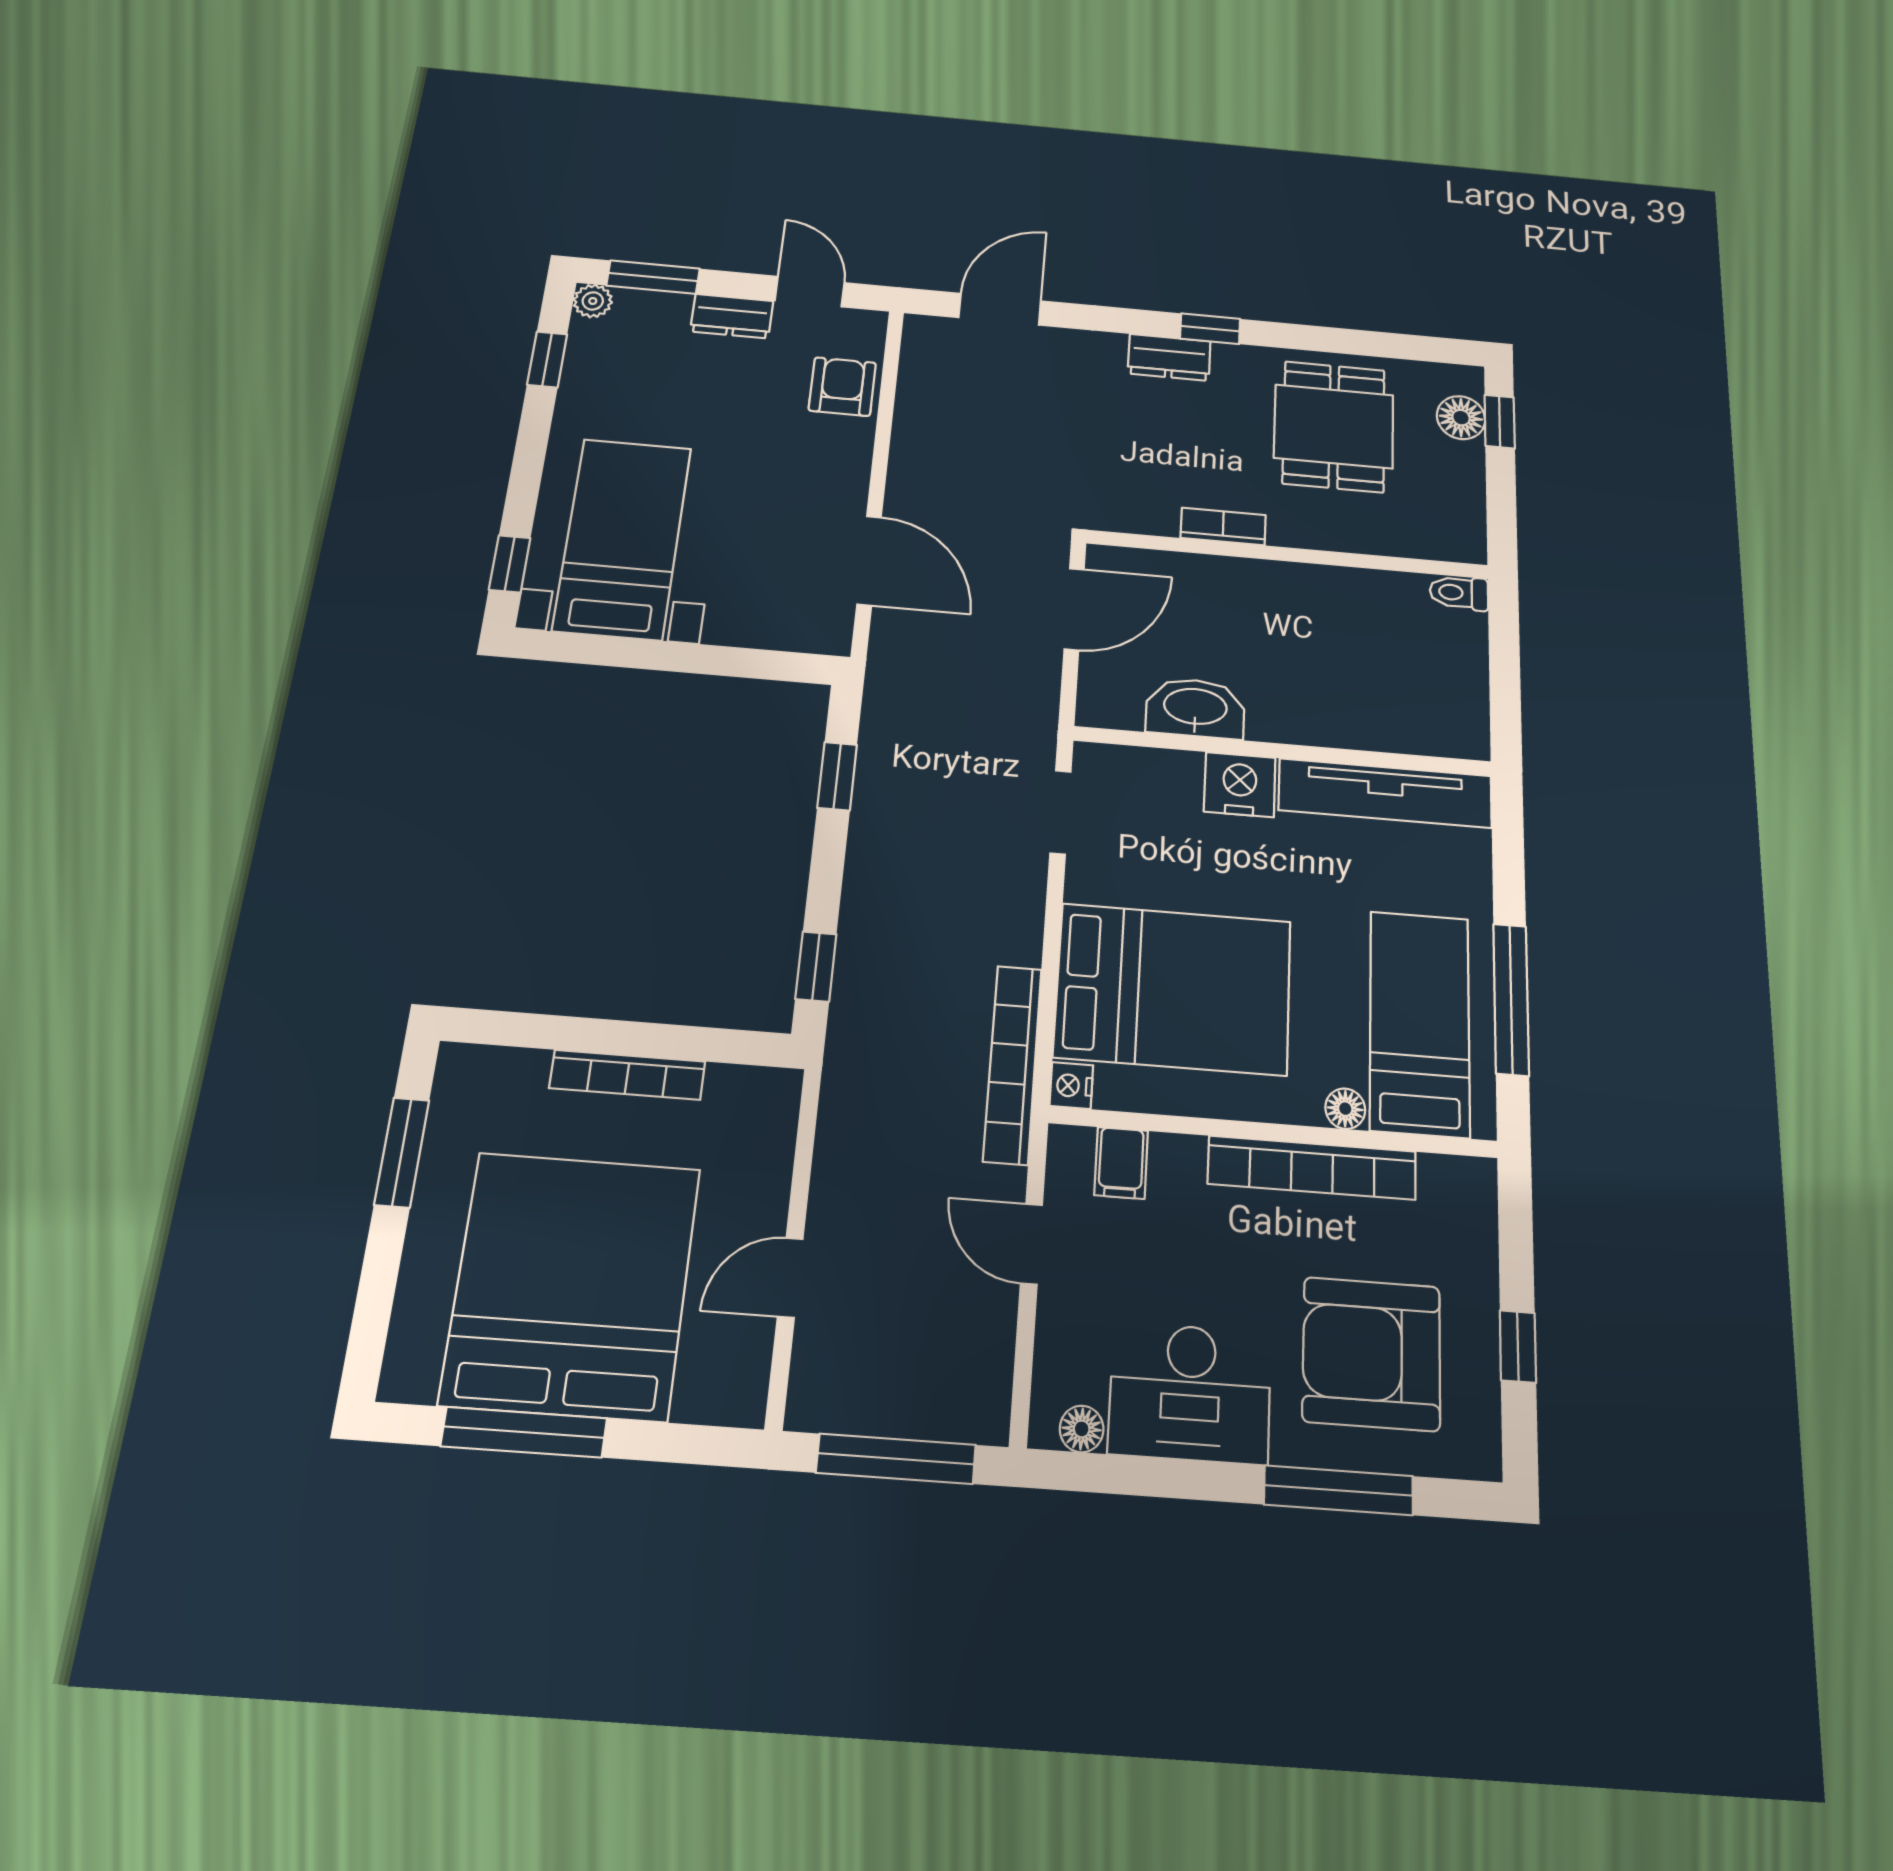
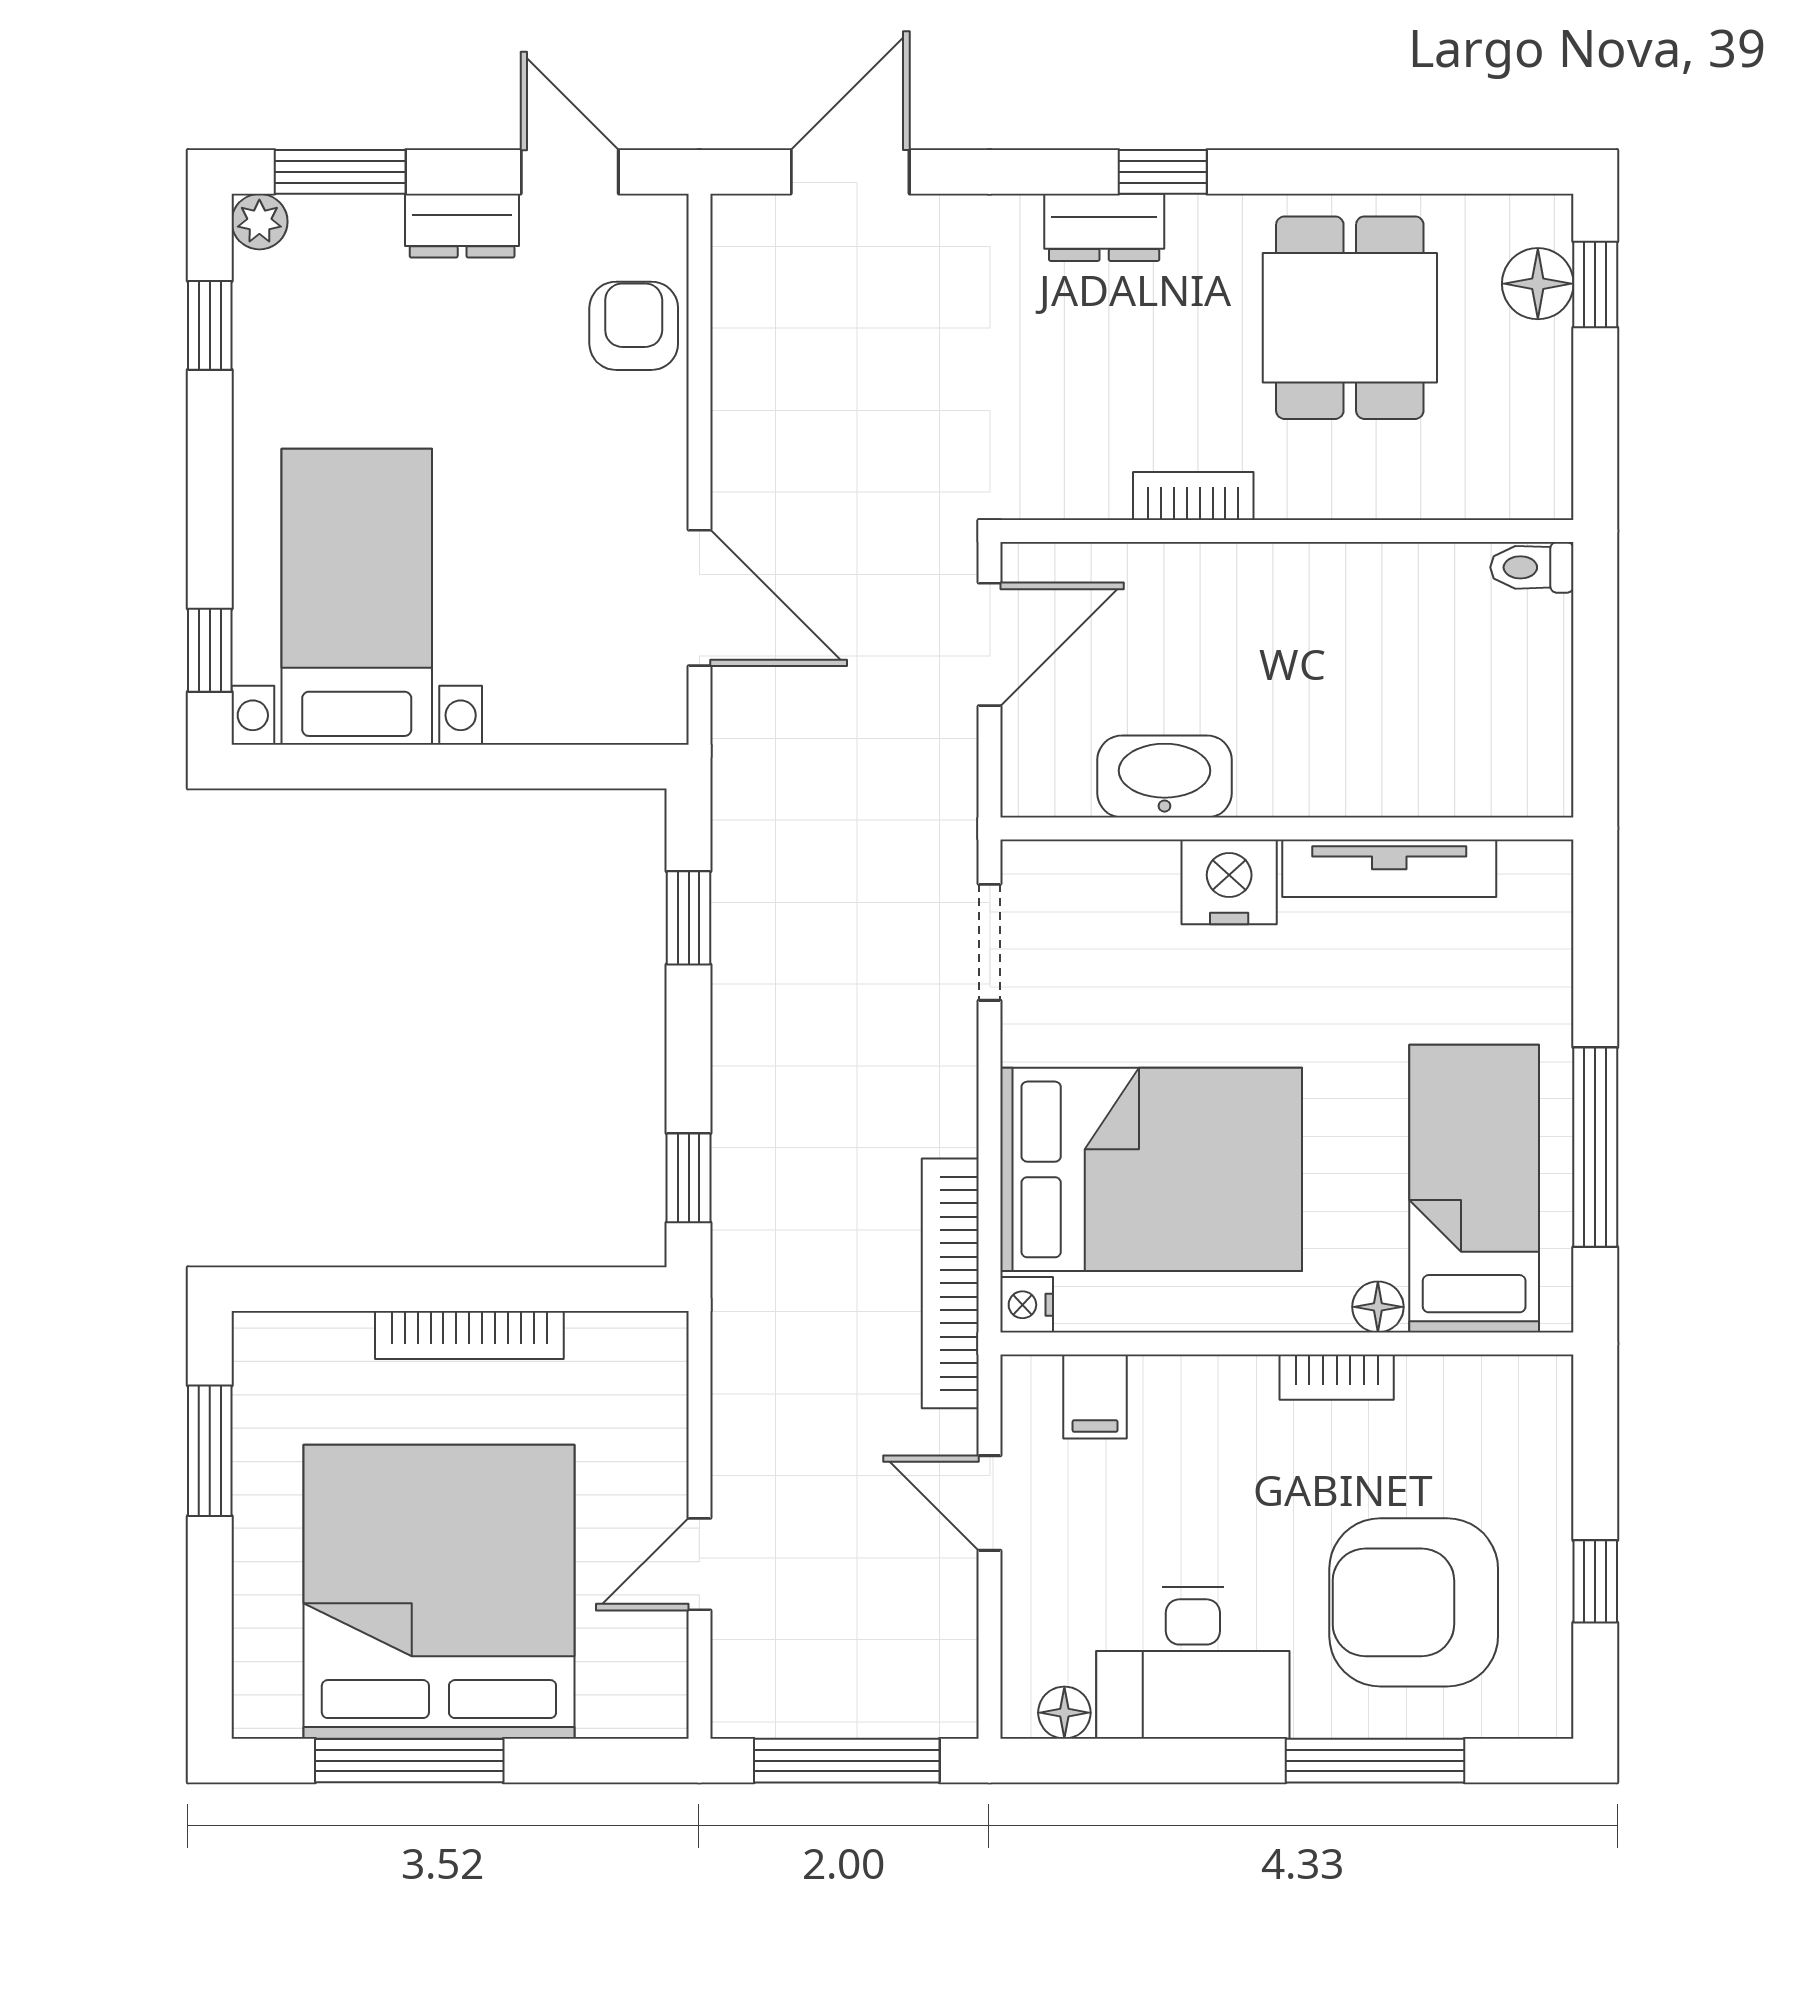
tv unit: (1385, 793) -> (1389, 868), width x0.73, depth x0.78
bookcase: (1312, 1168) -> (1337, 1377), width x0.43, depth x0.76

